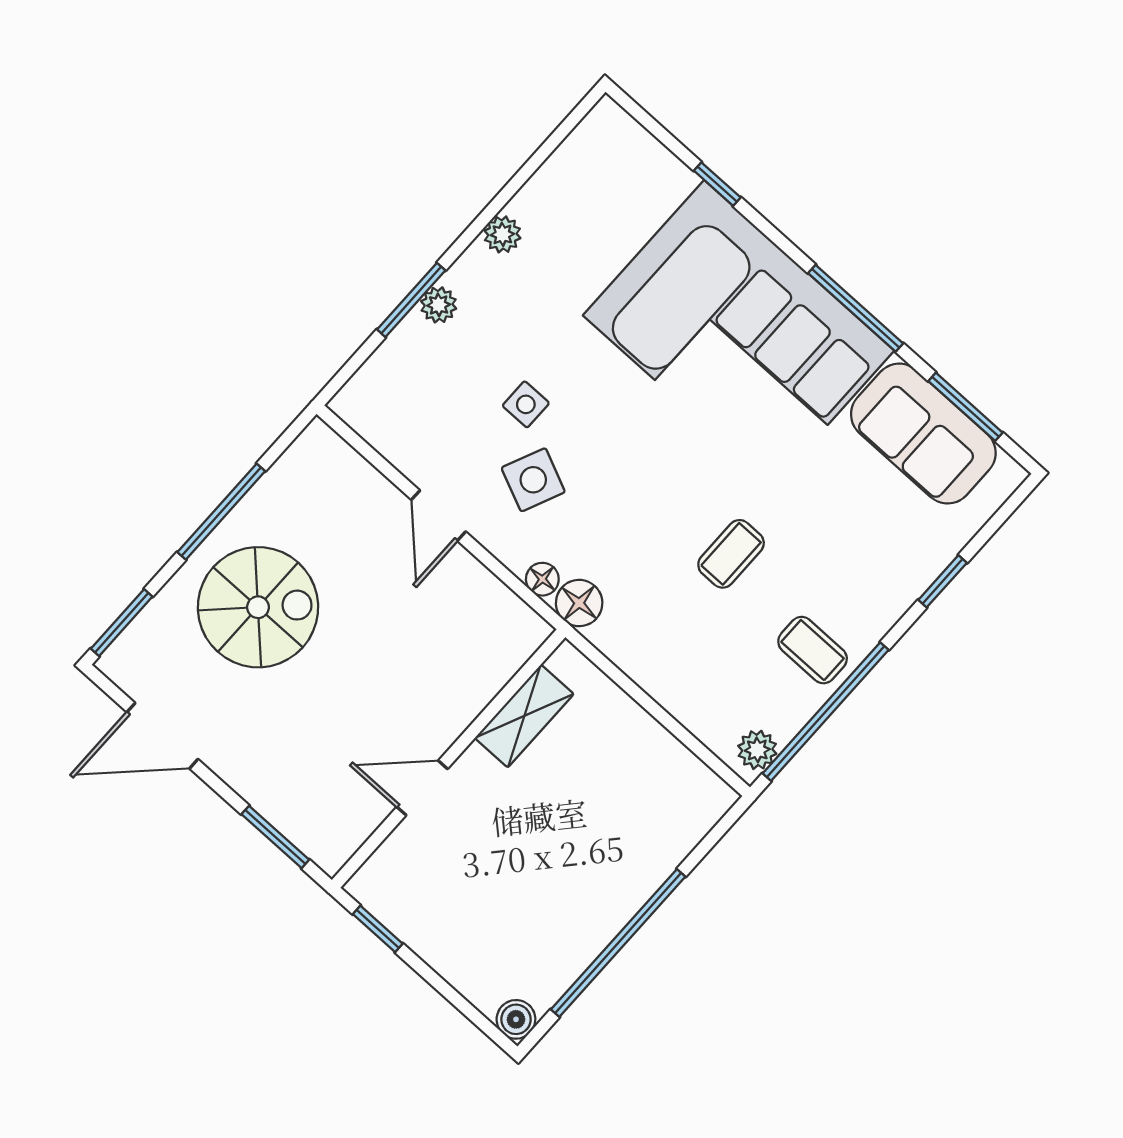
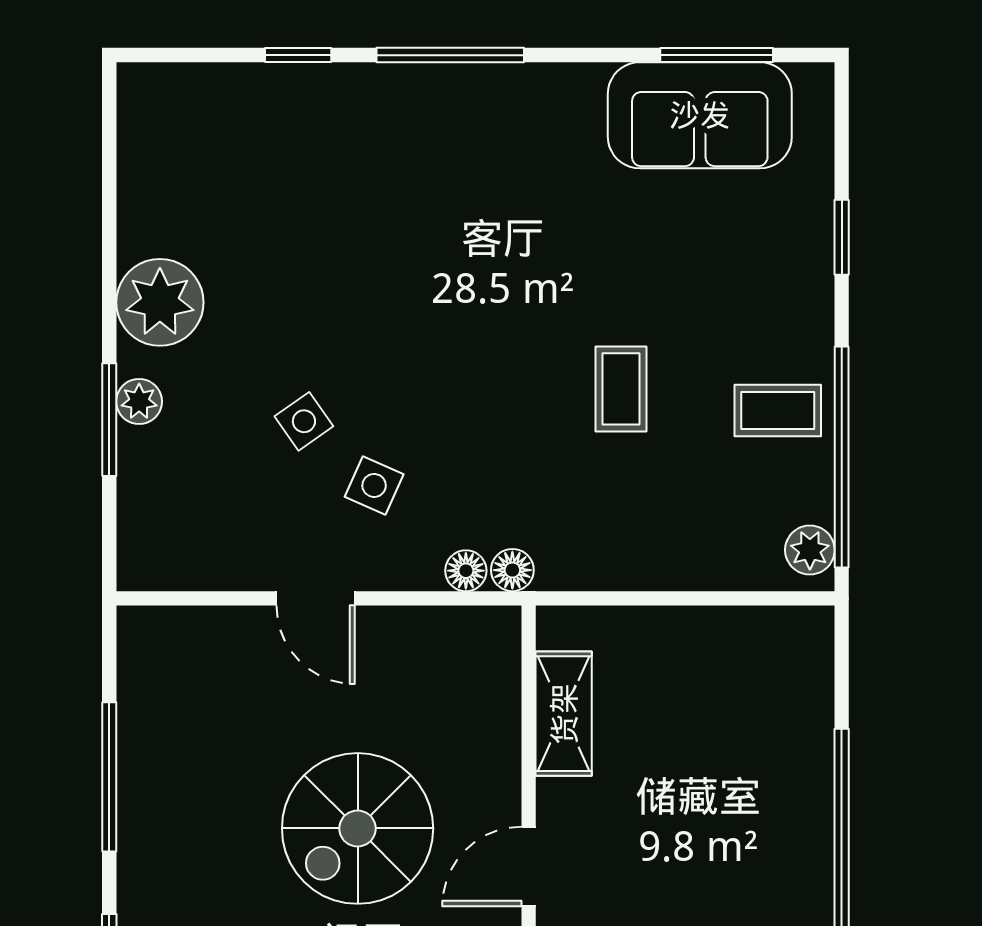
plant: (502, 234) -> (160, 302), width x1.87, depth x1.87
window: (856, 308) -> (450, 55), moved
corner sofa: (738, 333) -> (443, 176), removed
side table: (526, 404) -> (304, 421), turned -35
side table: (533, 480) -> (374, 485), width x0.73, depth x0.73
floor lamp: (579, 603) -> (512, 570), width x0.73, depth x0.73
spiral stairs: (258, 607) -> (358, 828), moved, turned 180

